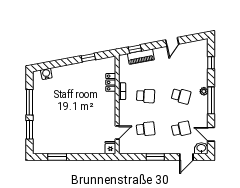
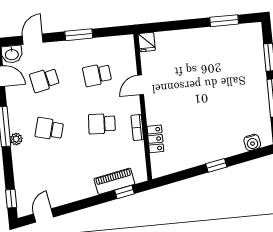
door: (172, 42) -> (44, 215), moved
window: (88, 58) -> (216, 165), moved
window: (211, 63) -> (11, 199), moved
door: (117, 133) -> (141, 85), moved

